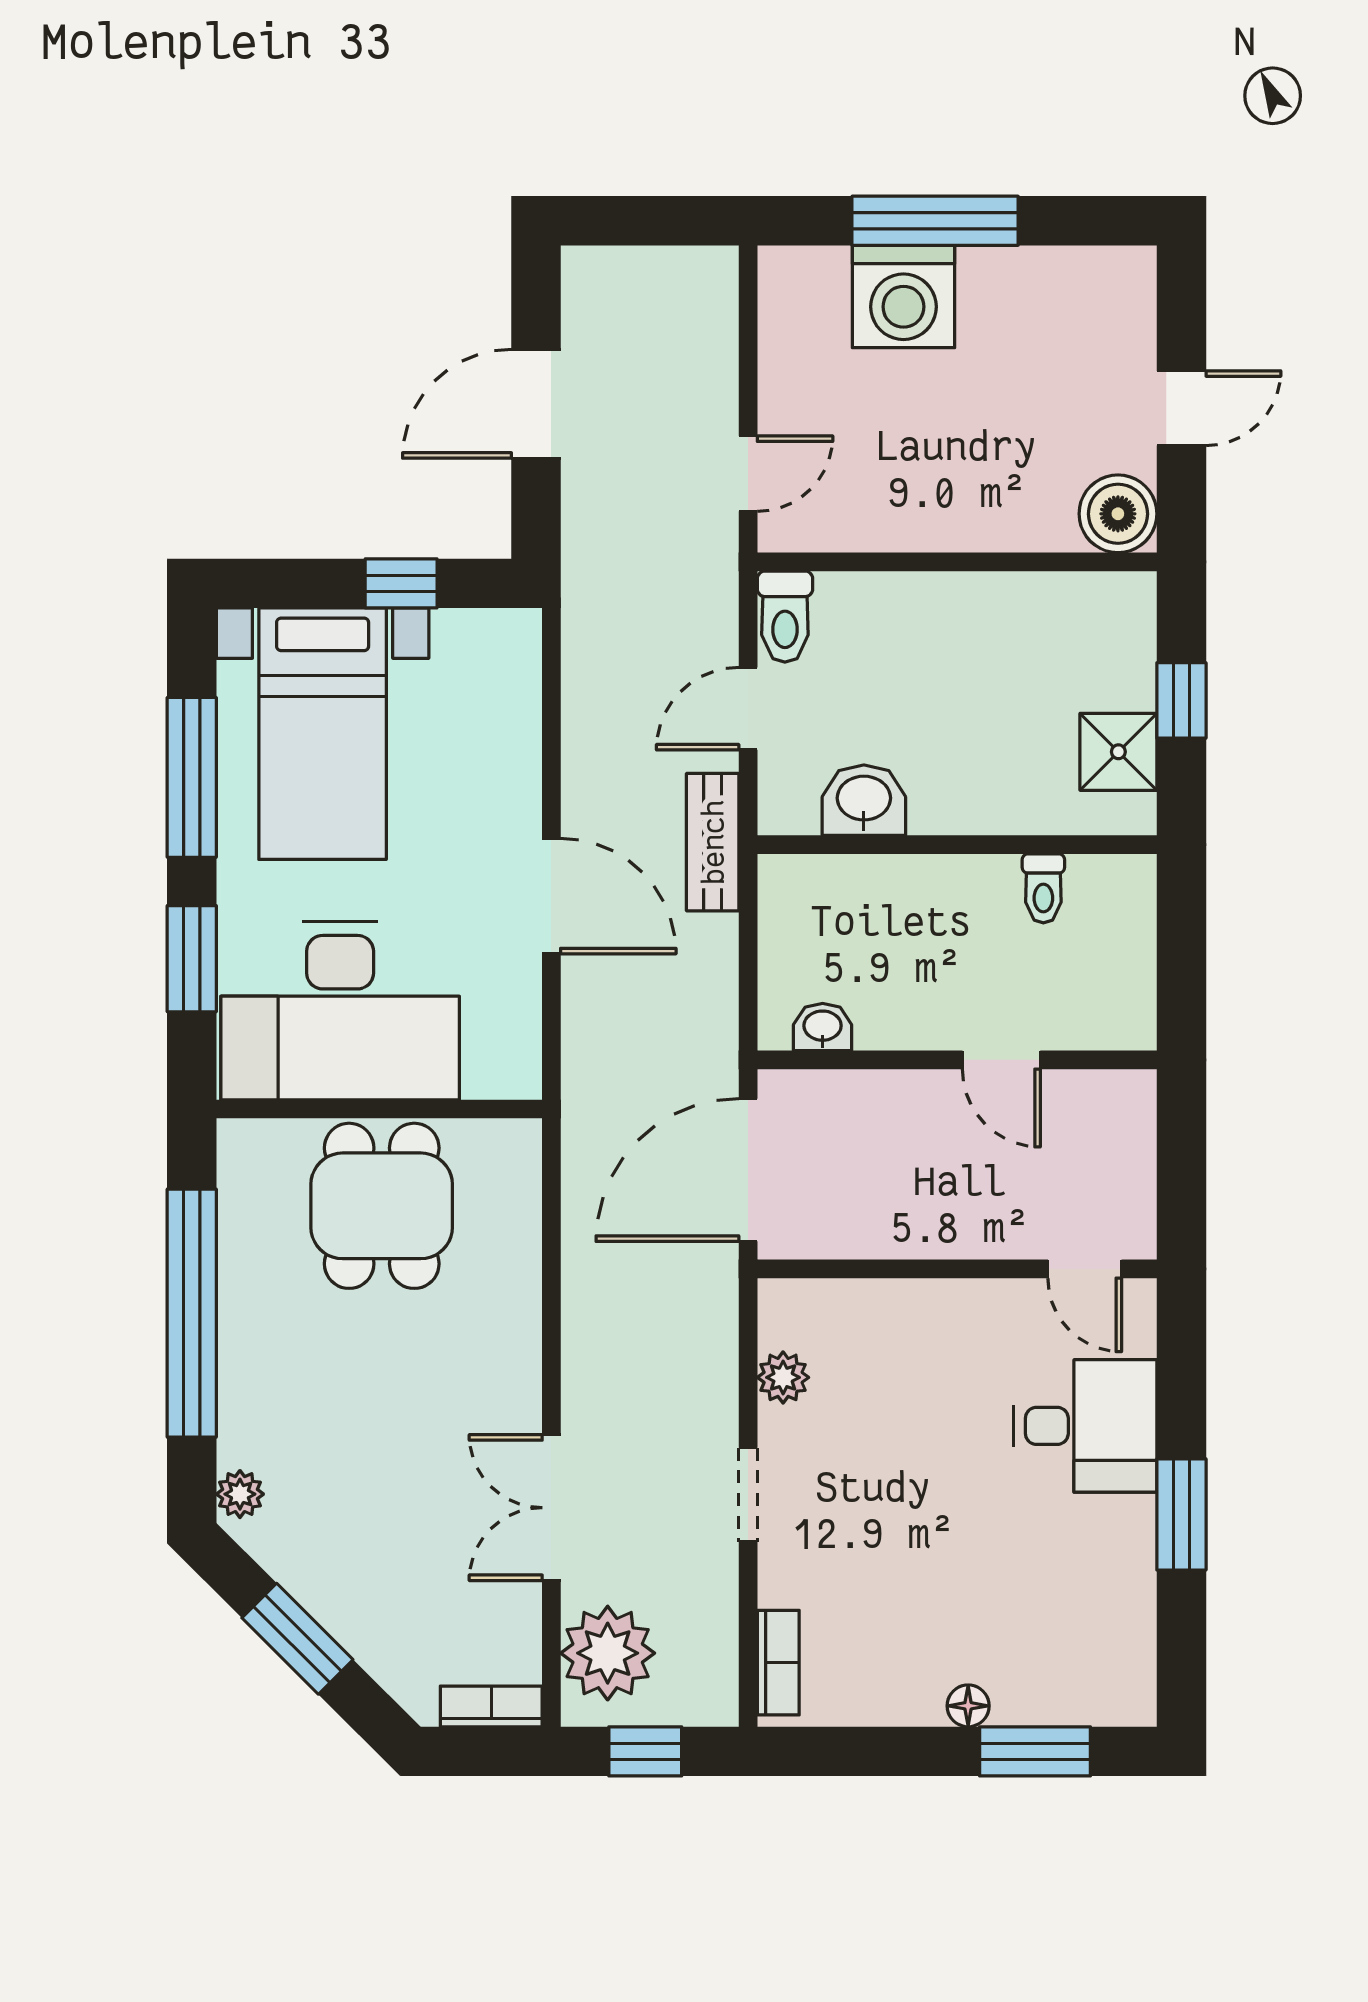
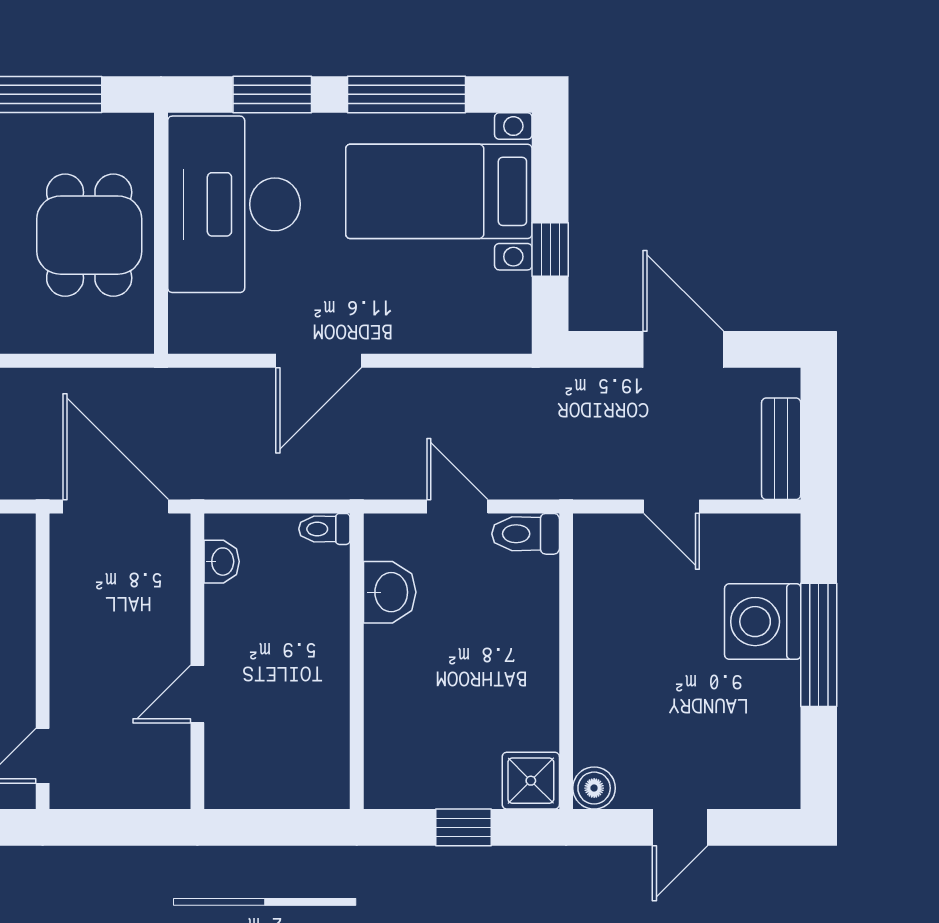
door: (1181, 408) -> (680, 827), hinge flipped
door: (748, 474) -> (671, 506), moved
boiler: (1118, 514) -> (594, 788), width x0.73, depth x0.73
shower: (1118, 752) -> (531, 781), moved
bench: (713, 842) -> (781, 449), moved, turned 90
toilet: (1043, 888) -> (324, 529), moved
dining table: (382, 1206) -> (89, 235), turned 90

